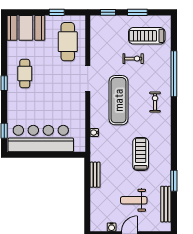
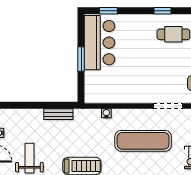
bar counter: (41, 139) -> (100, 43), width x0.73
window: (47, 155) -> (81, 59), added

